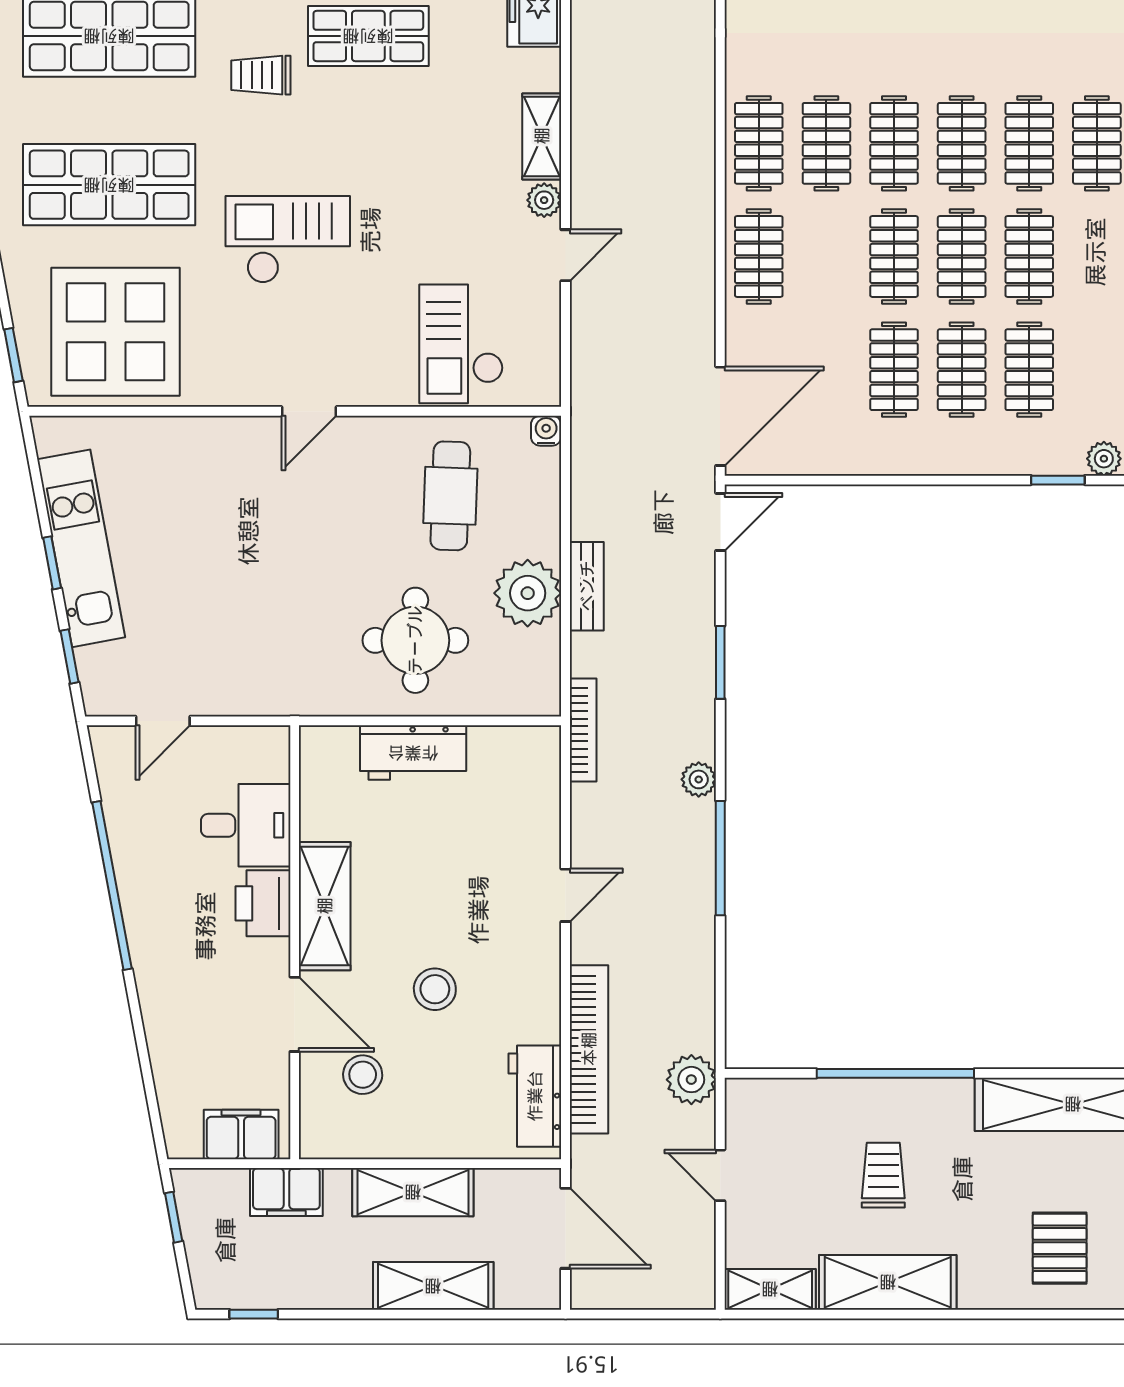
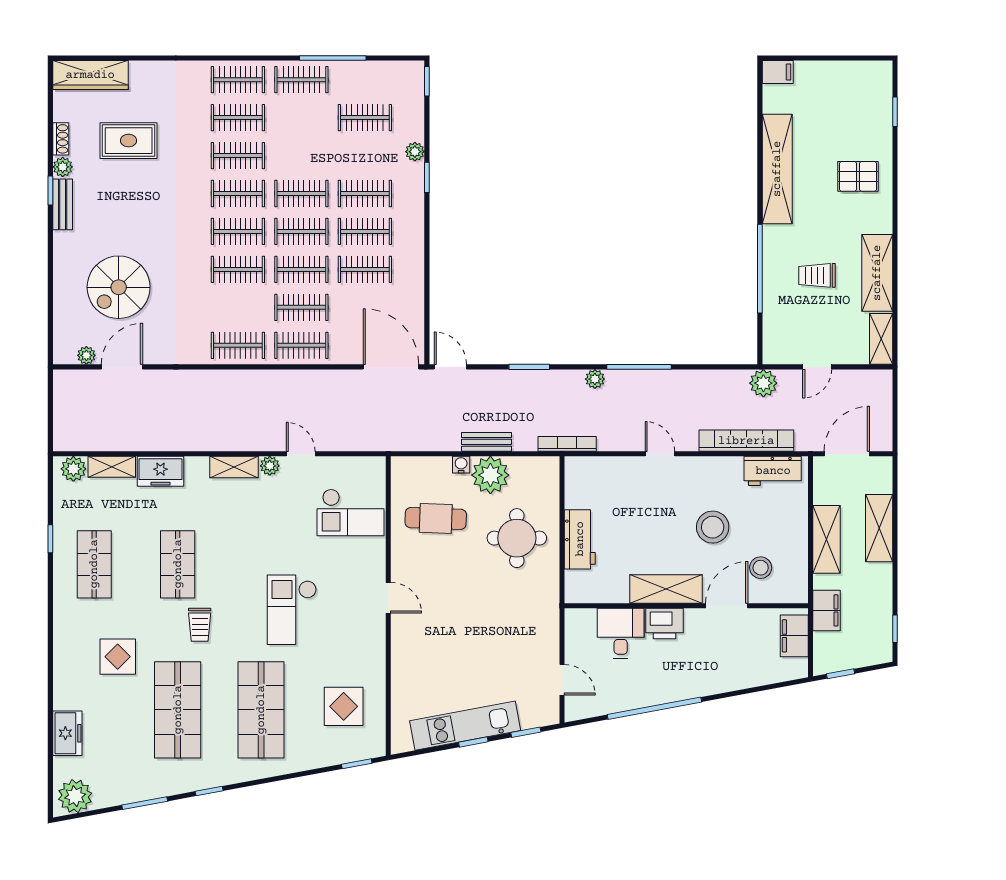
clothes rail: (826, 143) -> (301, 307), moved
display table: (115, 332) -> (344, 706), width x0.54, depth x0.54
water cooler: (546, 431) -> (461, 465), moved, turned 90
stool: (435, 989) -> (713, 527), width x1.38, depth x1.38

